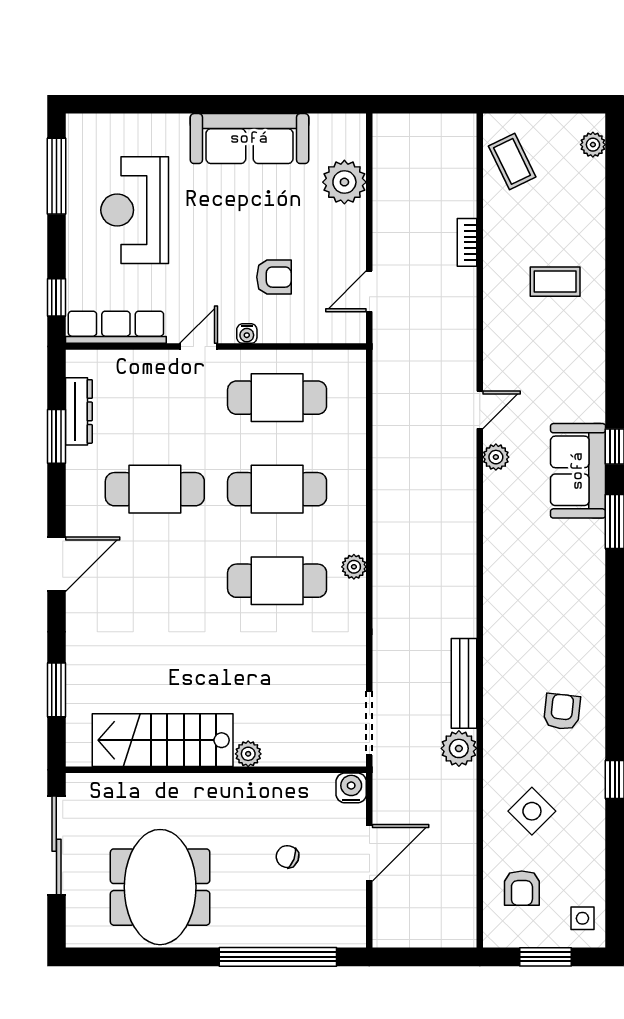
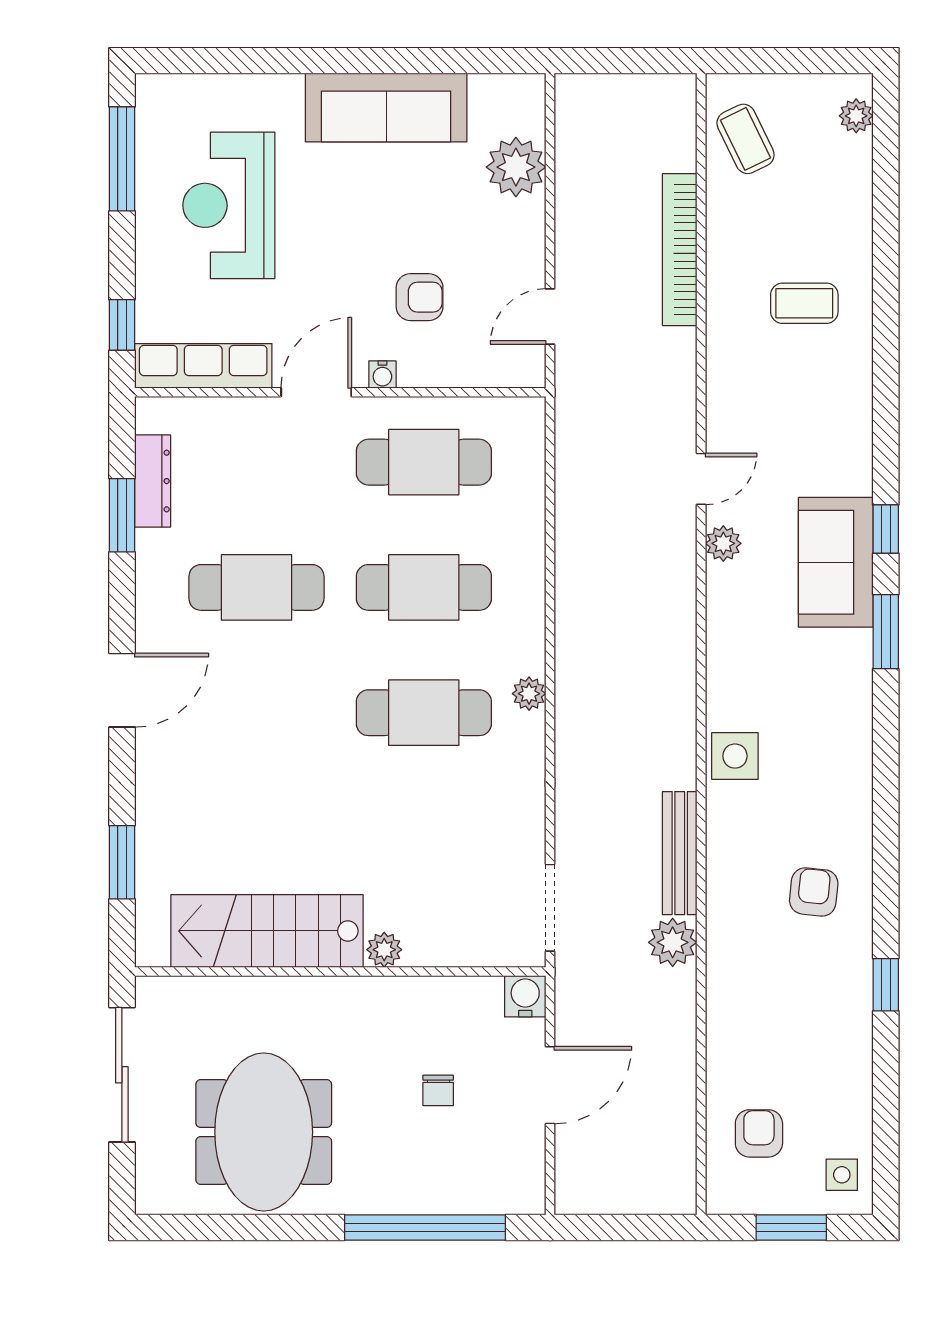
bookcase: (467, 242) -> (680, 250), width x2.31, depth x1.31
door: (199, 347) -> (316, 392), width x1.38
side table: (532, 811) -> (735, 756), moved, turned 45
chair: (287, 857) -> (438, 1090), turned -111
armchair: (522, 888) -> (759, 1133), turned 180

